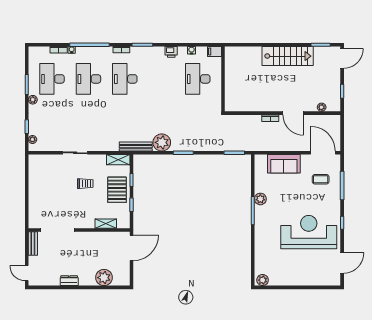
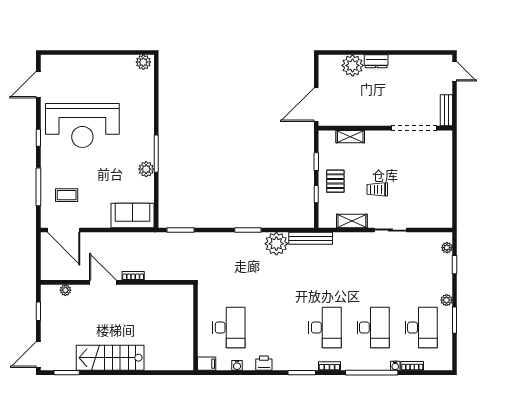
shelving: (118, 160) -> (352, 221), moved
sofa: (284, 164) -> (133, 215), moved
pallet: (117, 190) -> (335, 181), width x0.67, depth x0.71
dresser: (69, 281) -> (376, 61), moved

